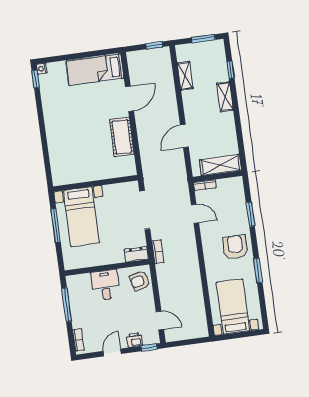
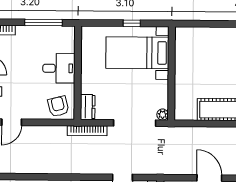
plant: (134, 186) -> (163, 115), added
window: (56, 226) -> (132, 23), width x0.46
bookcase: (158, 252) -> (87, 131), width x1.56

